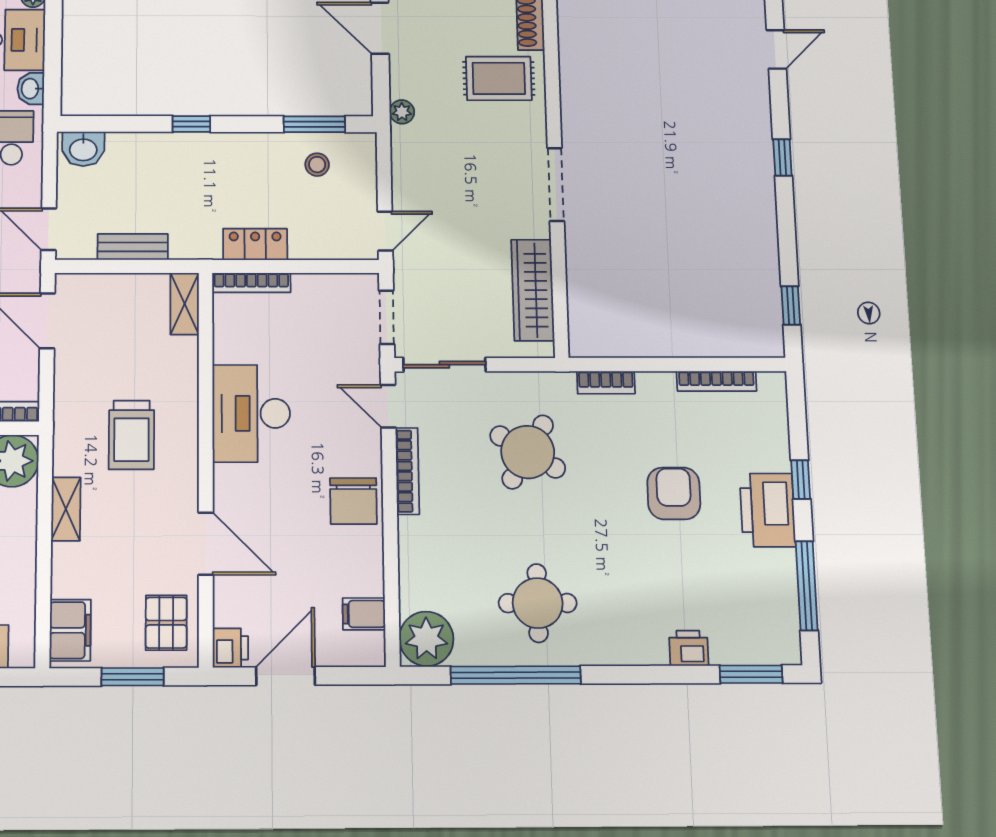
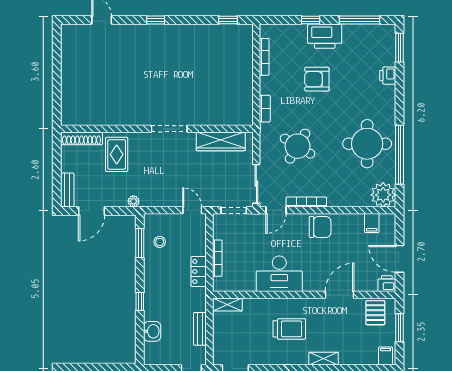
washbasin: (83, 149) -> (152, 331), moved
bookcase: (251, 283) -> (217, 258), moved
round table: (538, 603) -> (367, 144), width x1.36, depth x1.36
pallet: (166, 623) -> (375, 313), turned 90
filing cabinet: (70, 630) -> (386, 356), width x0.50

